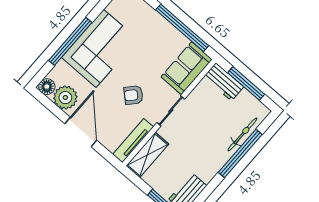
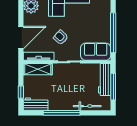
workbench: (224, 82) -> (105, 80), width x1.38
door: (81, 132) -> (21, 38), moved
window: (240, 153) -> (62, 113), moved

